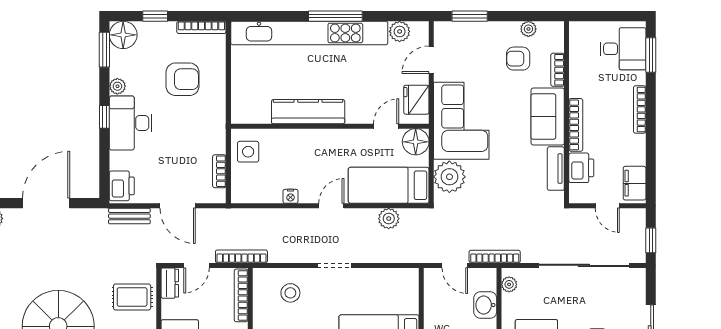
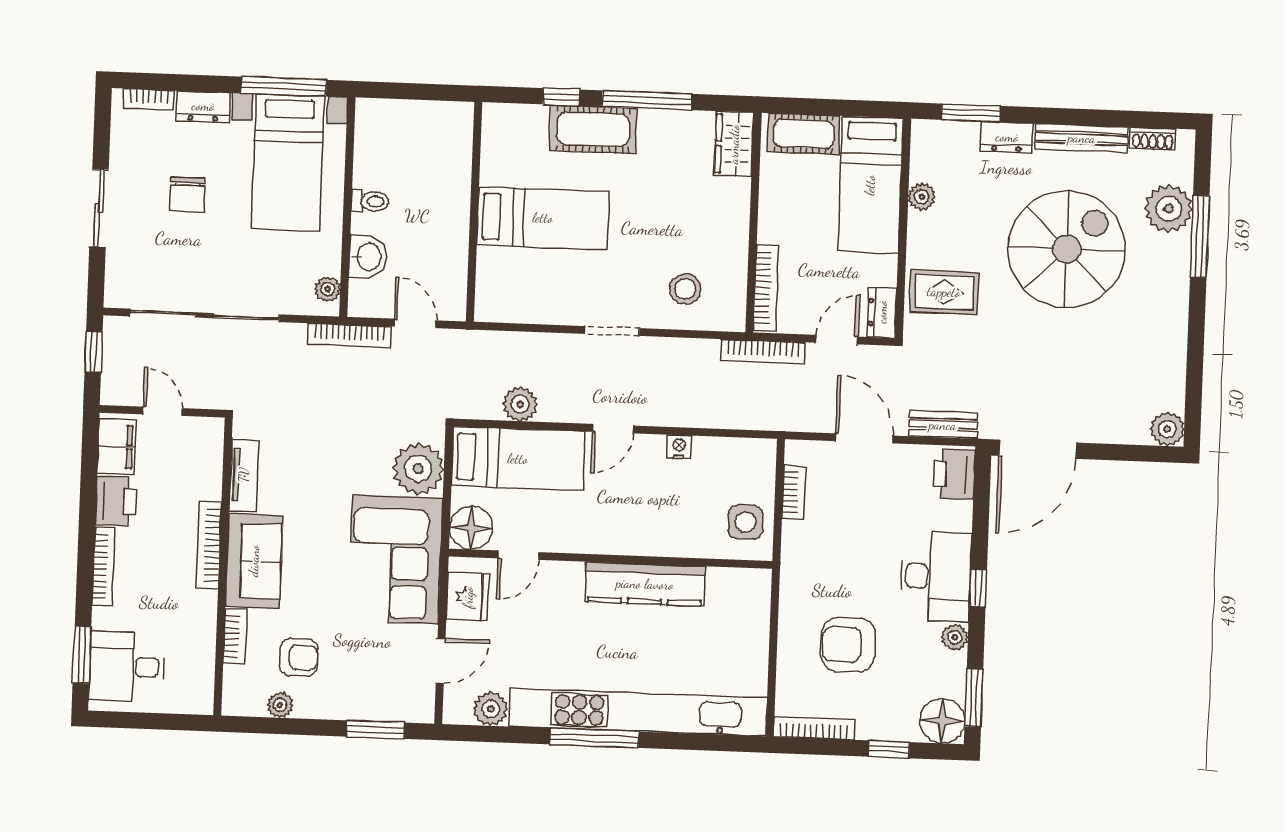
printer: (581, 168) -> (116, 501), moved, turned 180
door: (46, 203) -> (1038, 449), moved

